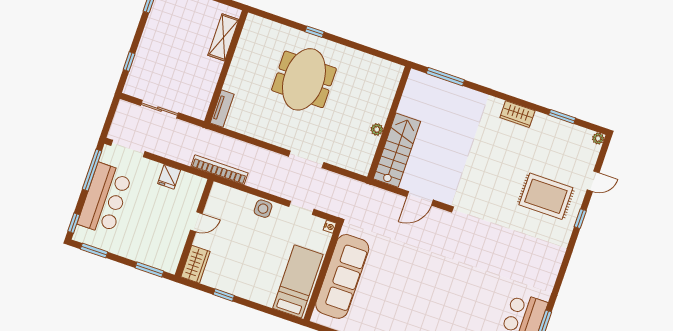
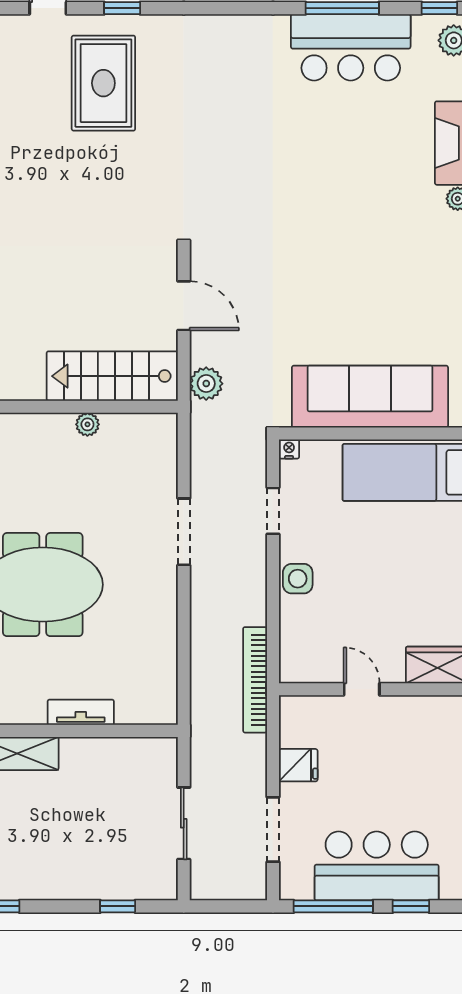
tv unit: (222, 109) -> (81, 712), moved
doorway: (128, 148) -> (273, 830), moved
plant: (377, 196) -> (206, 384), added
window: (74, 223) -> (411, 906), moved

